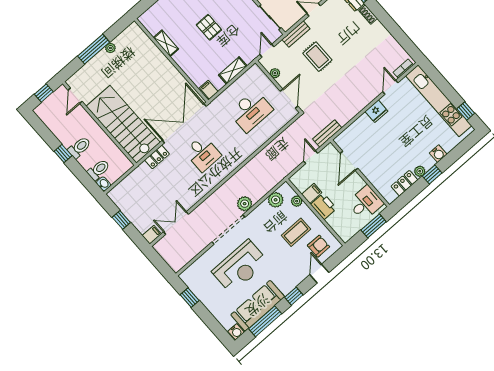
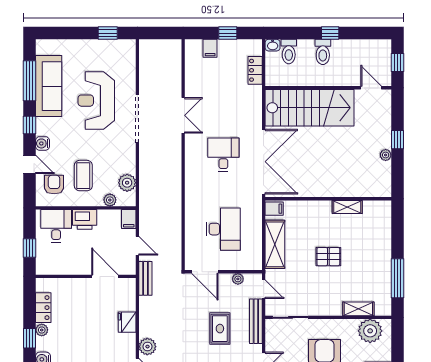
bench: (296, 34) -> (256, 321), width x1.36
window: (94, 49) -> (397, 140), width x0.46
rug: (317, 57) -> (220, 329), turned 90
shelving: (233, 70) -> (275, 244), width x1.50, depth x1.33
desk: (251, 111) -> (223, 229), turned 180
fridge: (376, 111) -> (127, 322), moved
desk: (203, 153) -> (223, 155), turned 90
locker: (157, 157) -> (255, 70), moved
filing cabinet: (312, 193) -> (129, 219), moved
desk: (365, 203) -> (56, 226), moved, turned 180
plant: (245, 204) -> (147, 347), moved
double door: (176, 223) -> (183, 115), moved
window: (374, 226) -> (29, 248), width x0.67
filing cabinet: (152, 235) -> (210, 48), moved
armchair: (318, 246) -> (54, 185), turned 180
water cooler: (236, 332) -> (42, 143), moved

